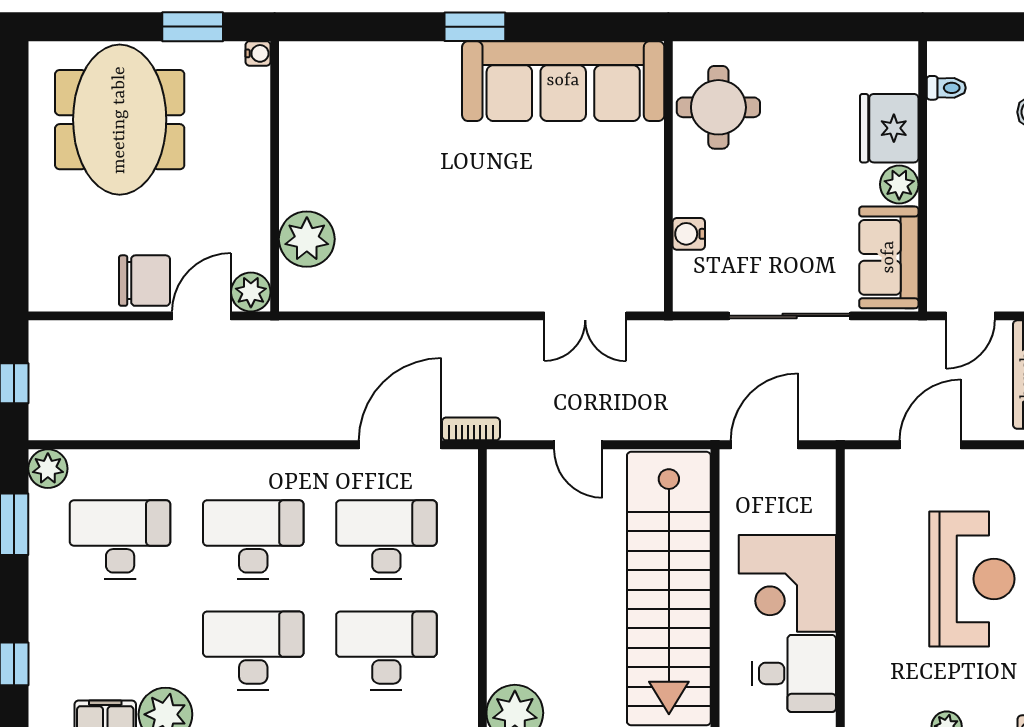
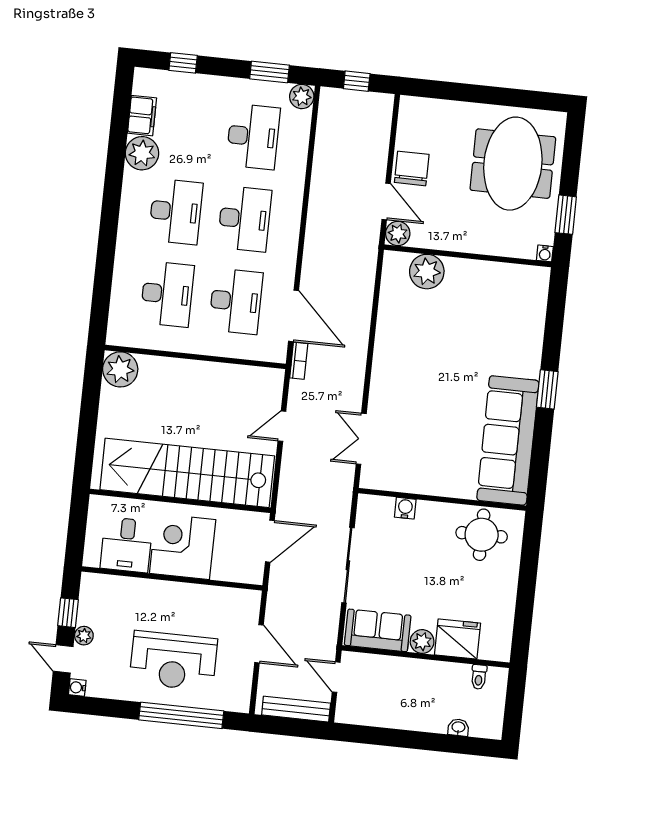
meeting table: (120, 120) -> (513, 164), turned 90
chair: (144, 281) -> (412, 168), turned 180
door: (764, 445) -> (270, 541), hinge flipped

